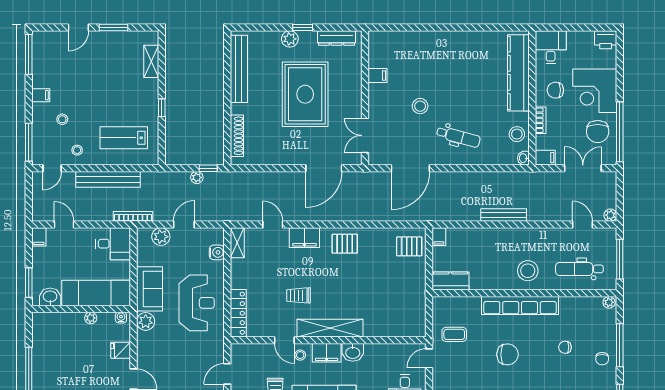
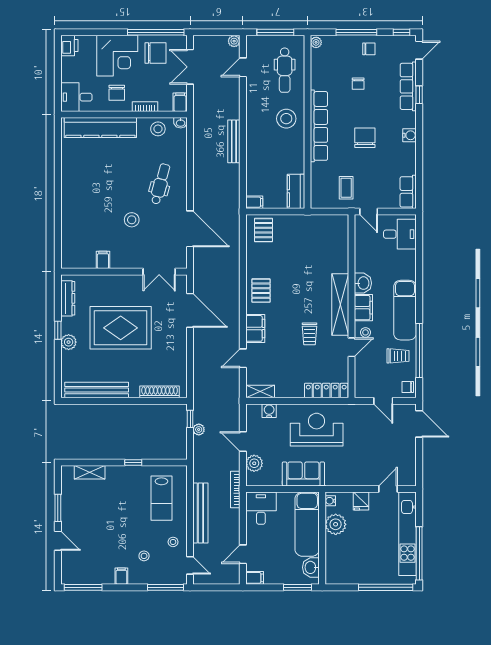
plant: (91, 318) -> (336, 524), width x1.88, depth x1.88
plant: (146, 321) -> (334, 478), removed

